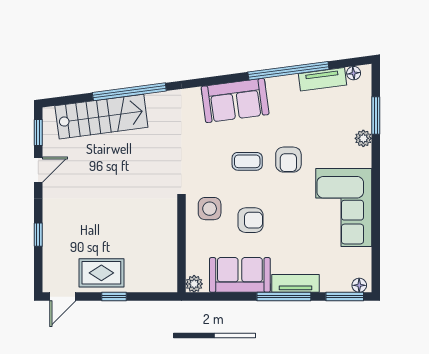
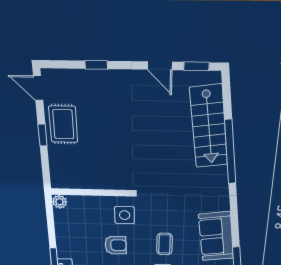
armchair: (250, 220) -> (116, 245), turned -90
sofa: (240, 275) -> (70, 236), removed

